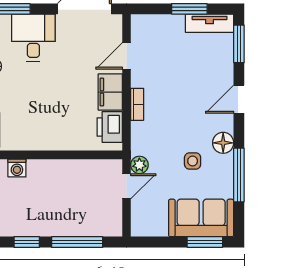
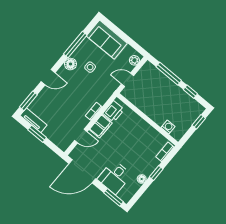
plant: (139, 165) -> (134, 60), moved
window: (205, 242) -> (114, 28), removed

